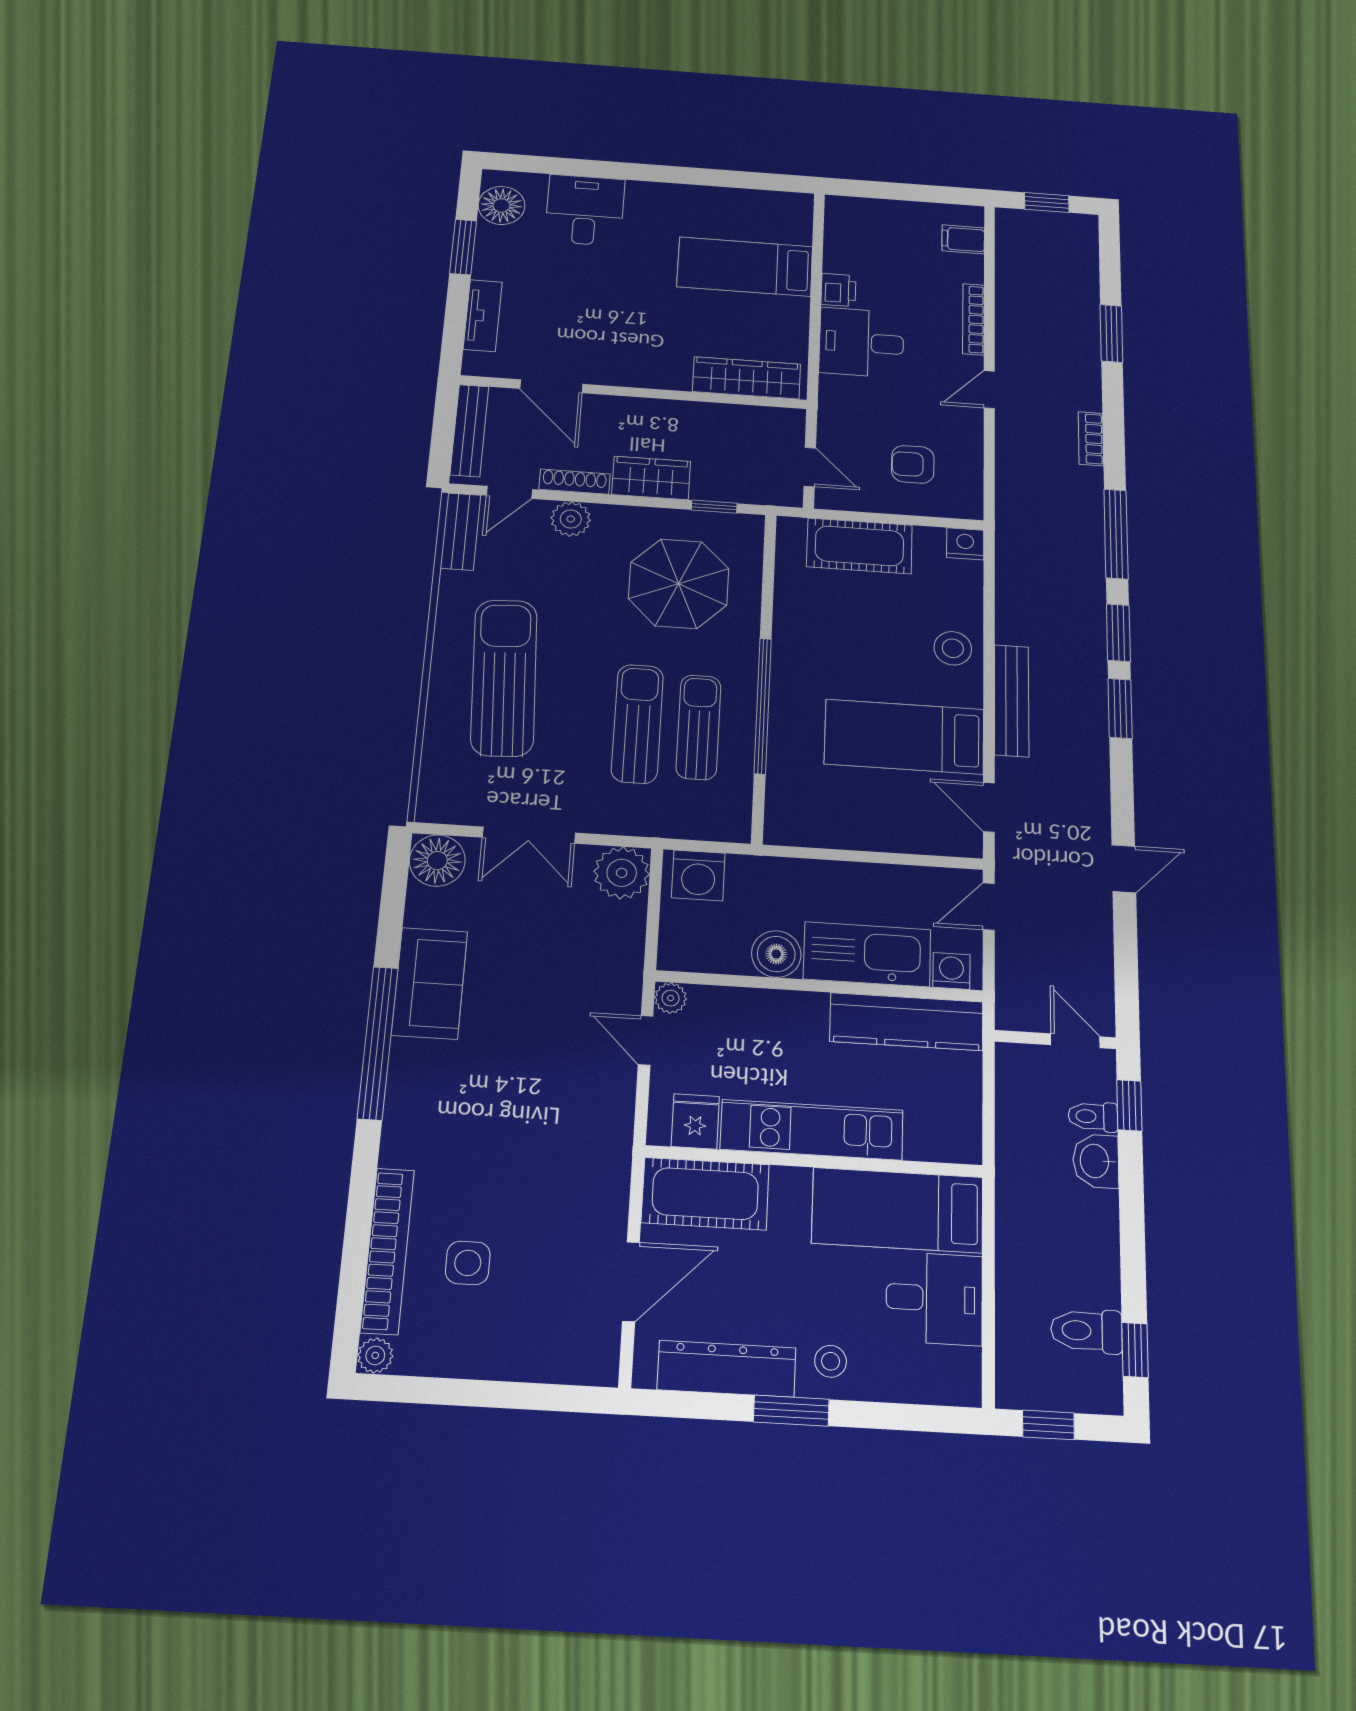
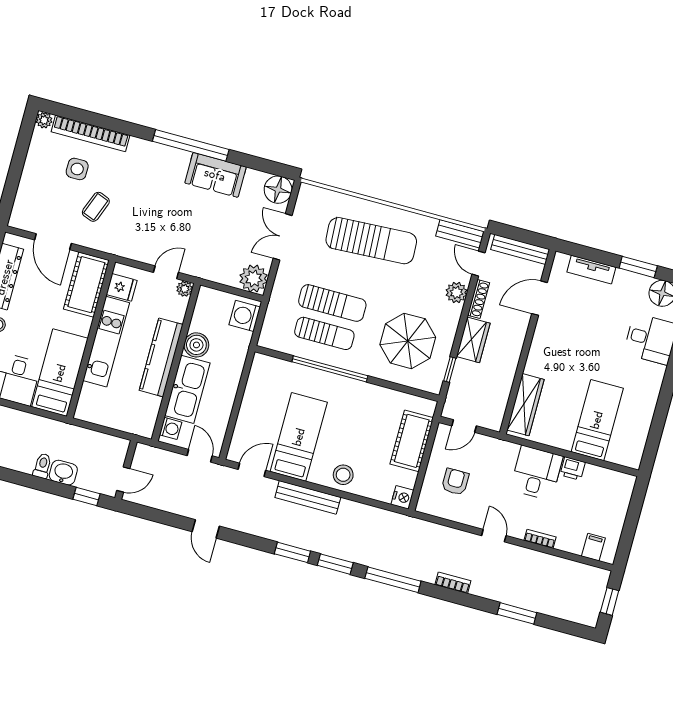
bookcase: (973, 319) -> (540, 539), width x0.64
kitchen counter: (907, 1022) -> (161, 357), moved
toilet: (1093, 1117) -> (42, 466), moved
coffee table: (540, 1208) -> (96, 207), added

